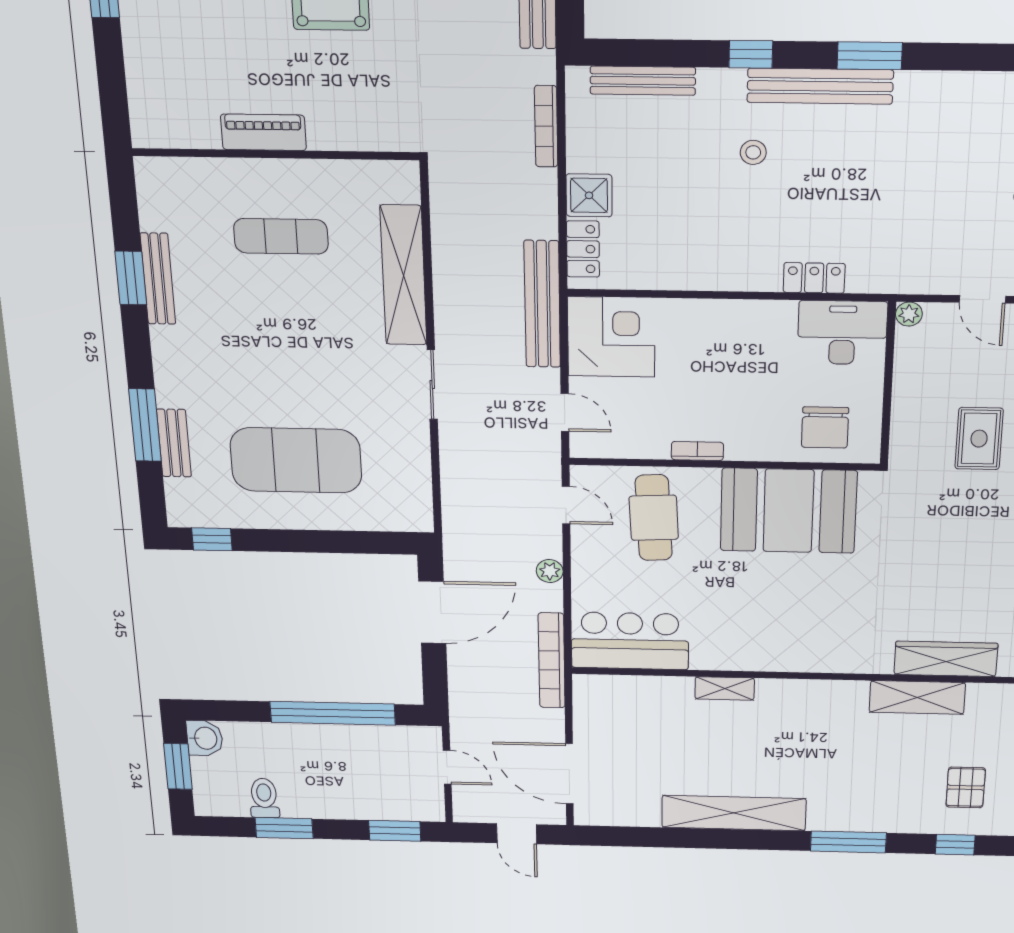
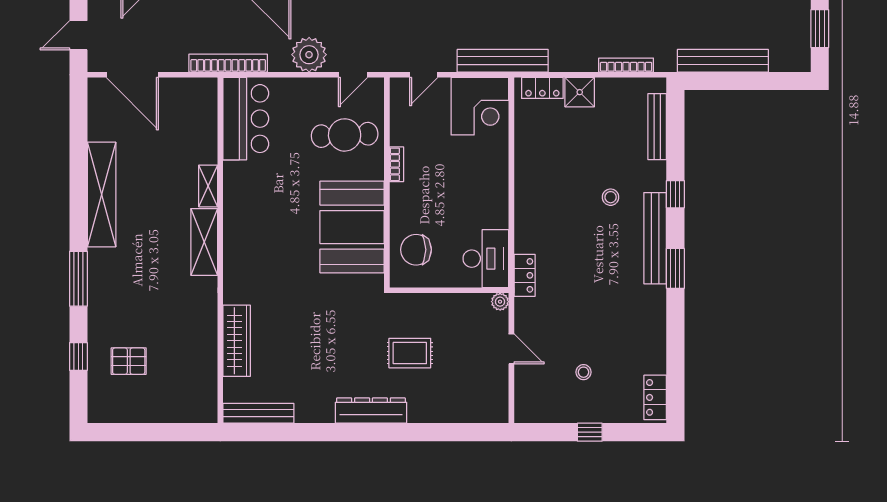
locker: (814, 278) -> (525, 275), moved
door: (982, 299) -> (511, 349), swing flipped
plant: (550, 571) -> (309, 55), width x1.87, depth x1.87
shelving: (917, 697) -> (204, 242), moved
door: (569, 774) -> (132, 75), swing flipped

